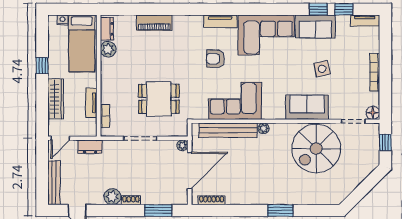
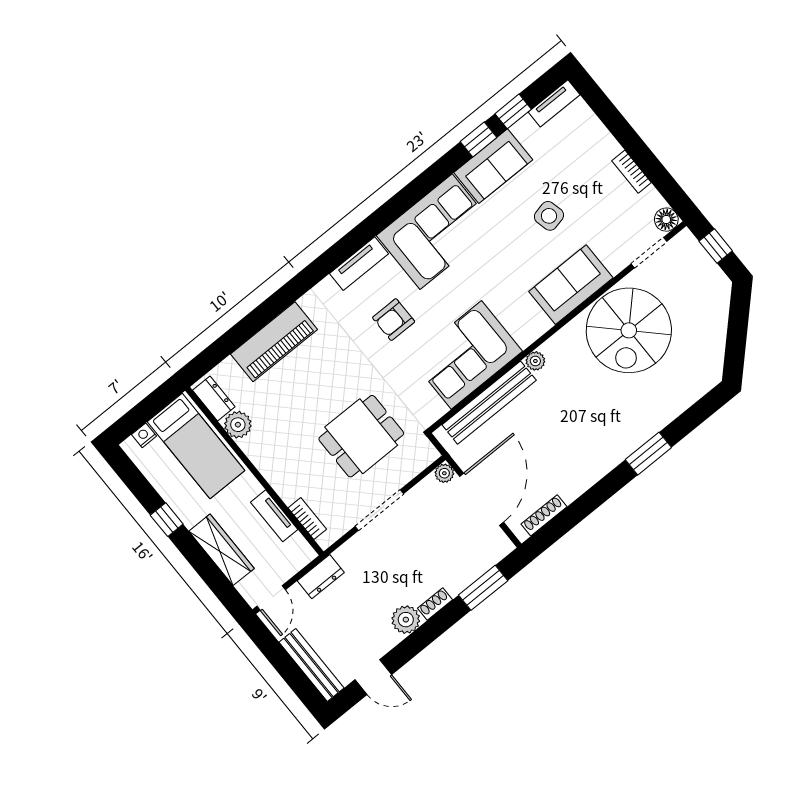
piano: (154, 23) -> (274, 342), width x1.37, depth x1.33
bookcase: (375, 72) -> (632, 172), width x0.64

